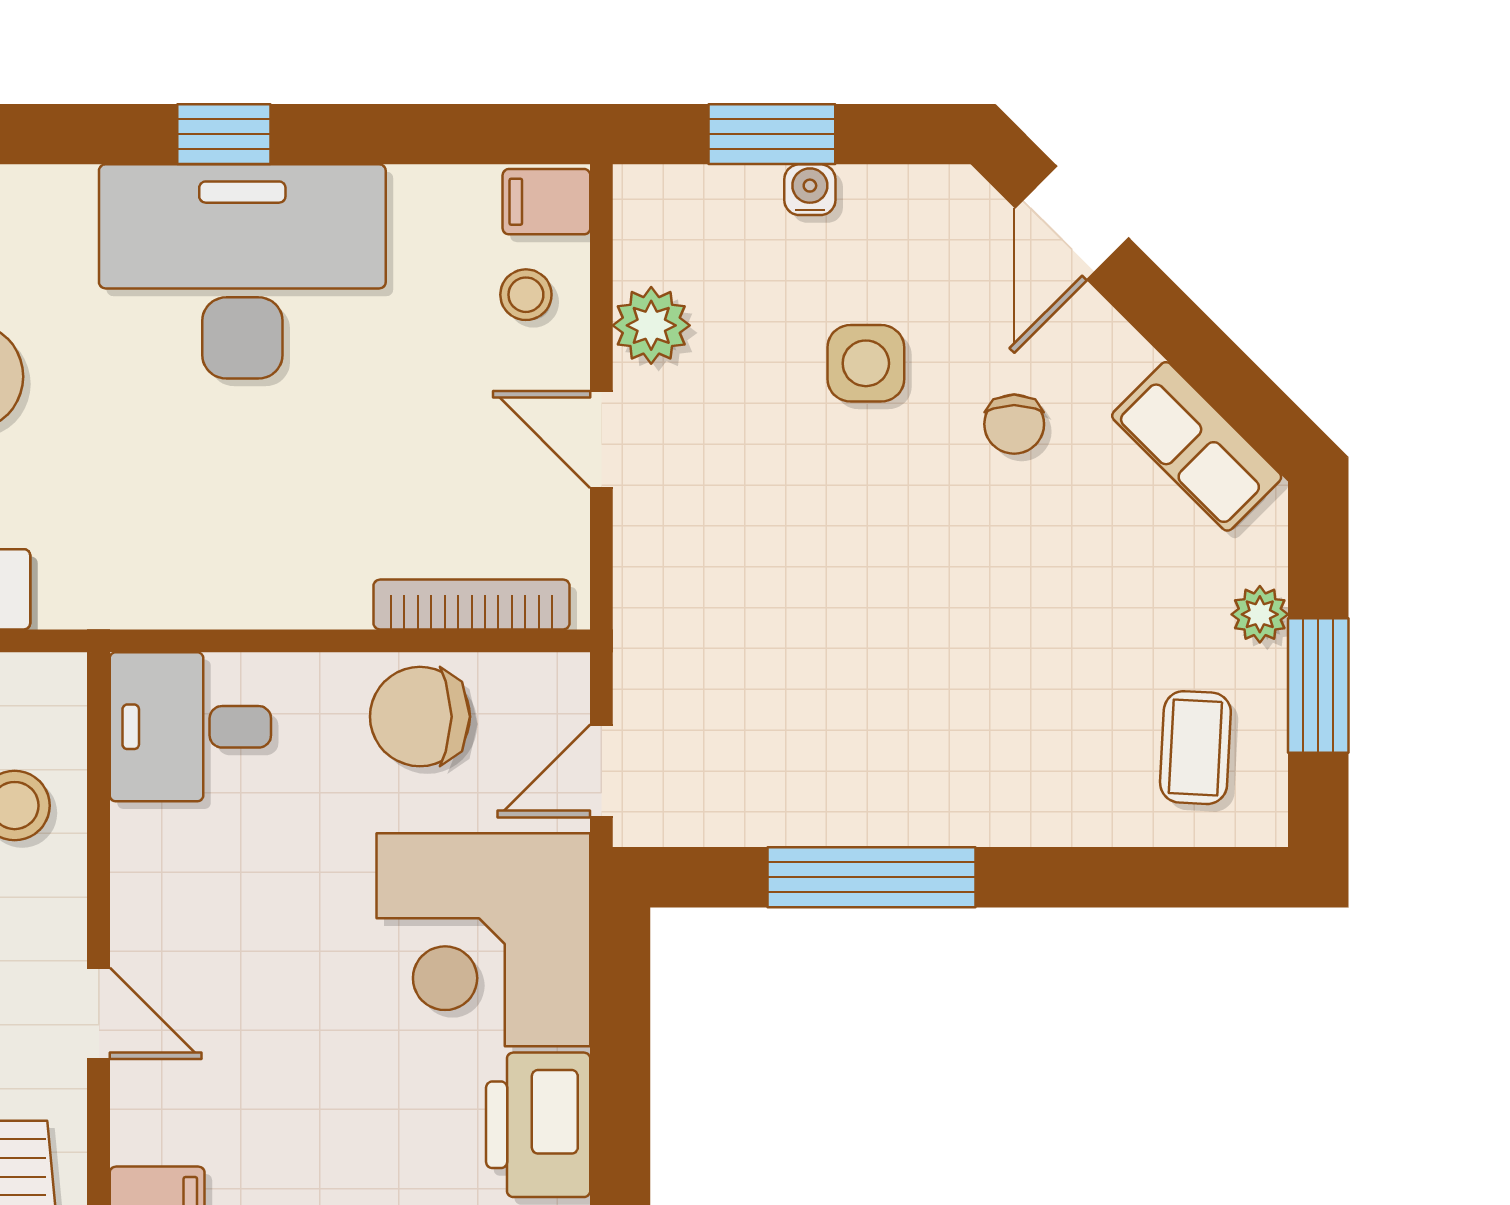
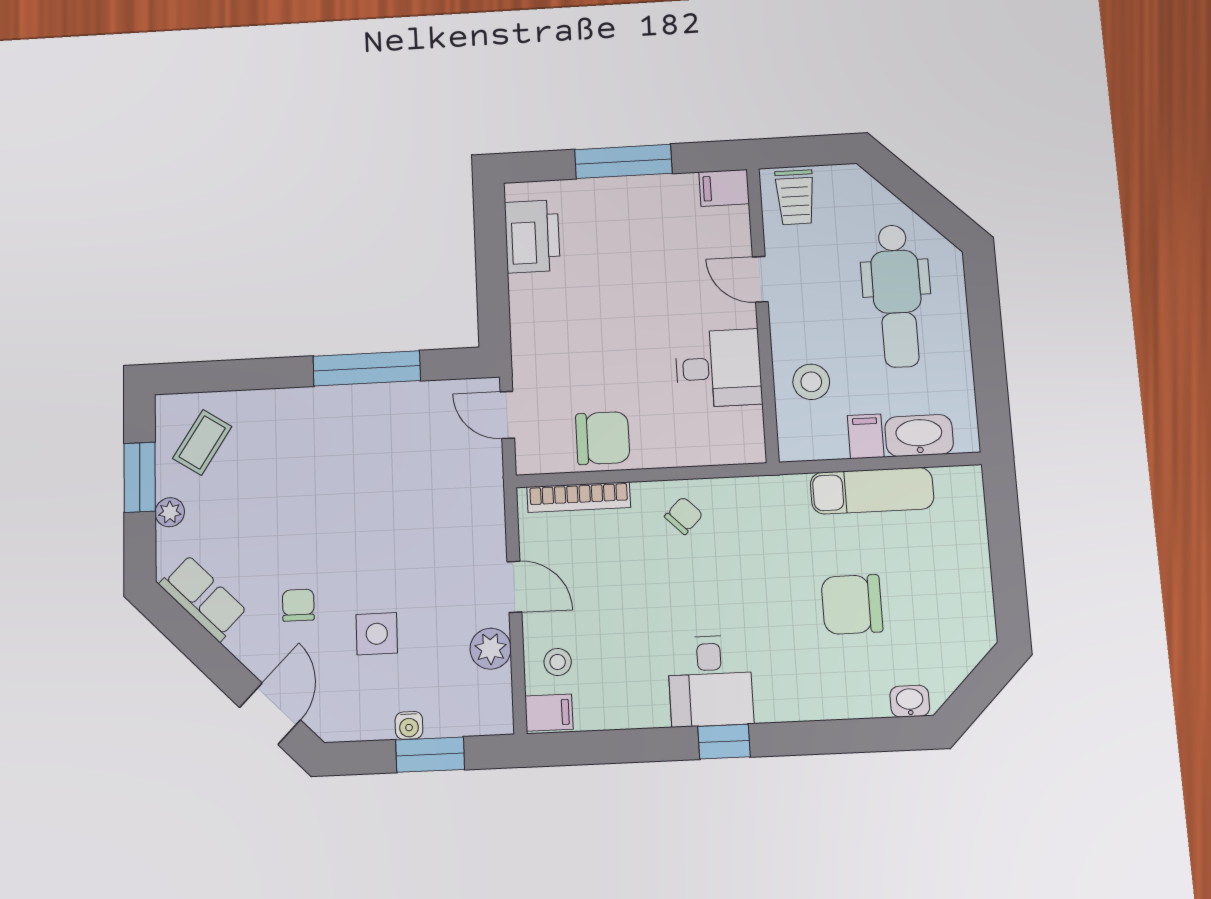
desk: (242, 271) -> (710, 681), width x0.53, depth x0.77
chair: (274, 560) -> (684, 516), added
desk: (190, 727) -> (718, 368), moved
coffee table: (1195, 748) -> (202, 442), turned 30
door: (601, 771) -> (507, 415), swing flipped
corner desk: (483, 940) -> (564, 327), removed

